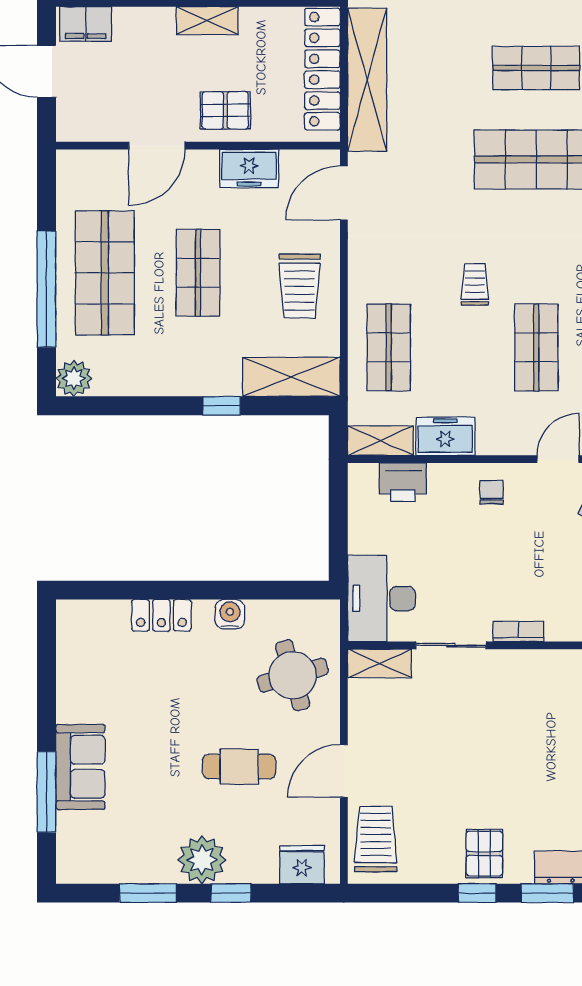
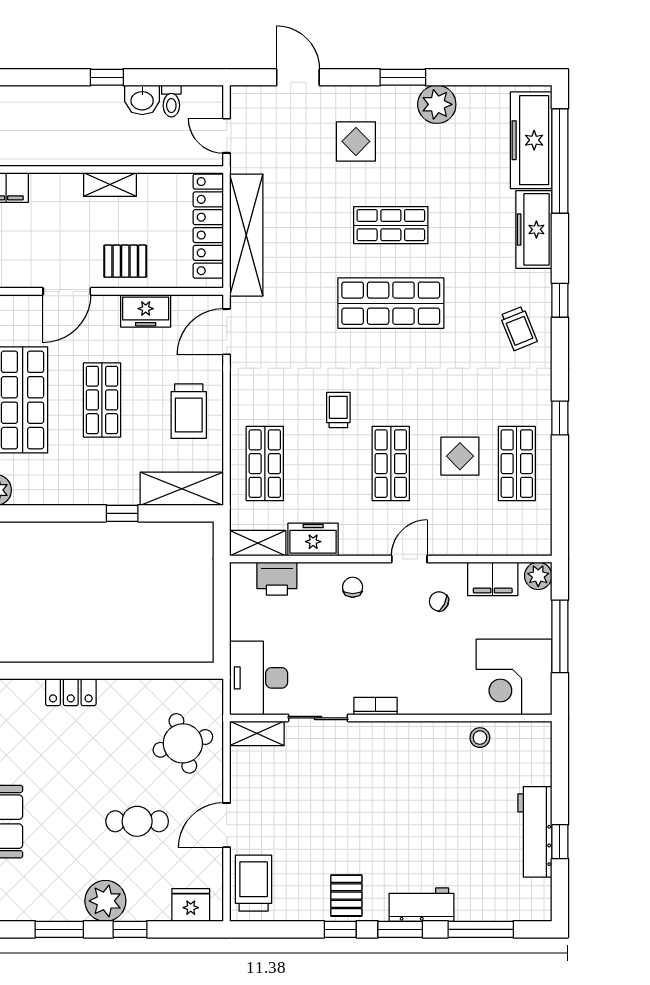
water cooler: (230, 614) -> (129, 691), removed

